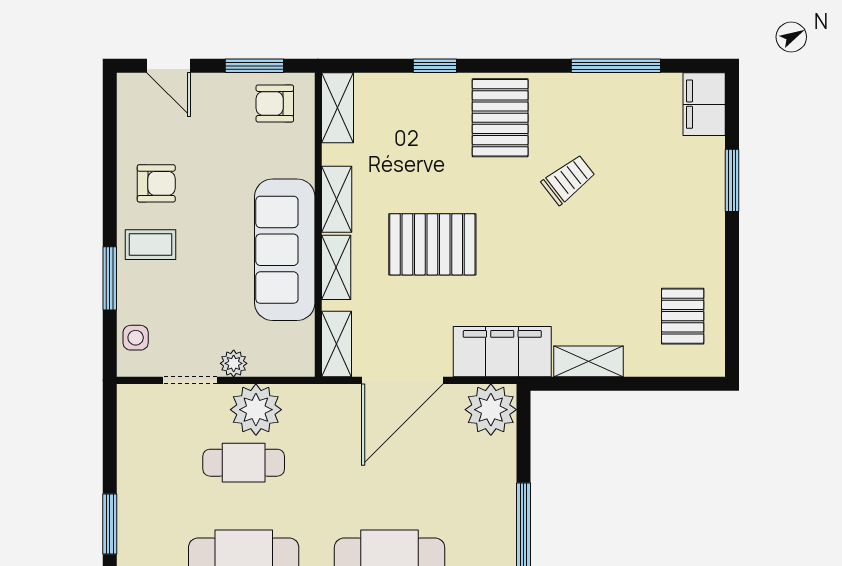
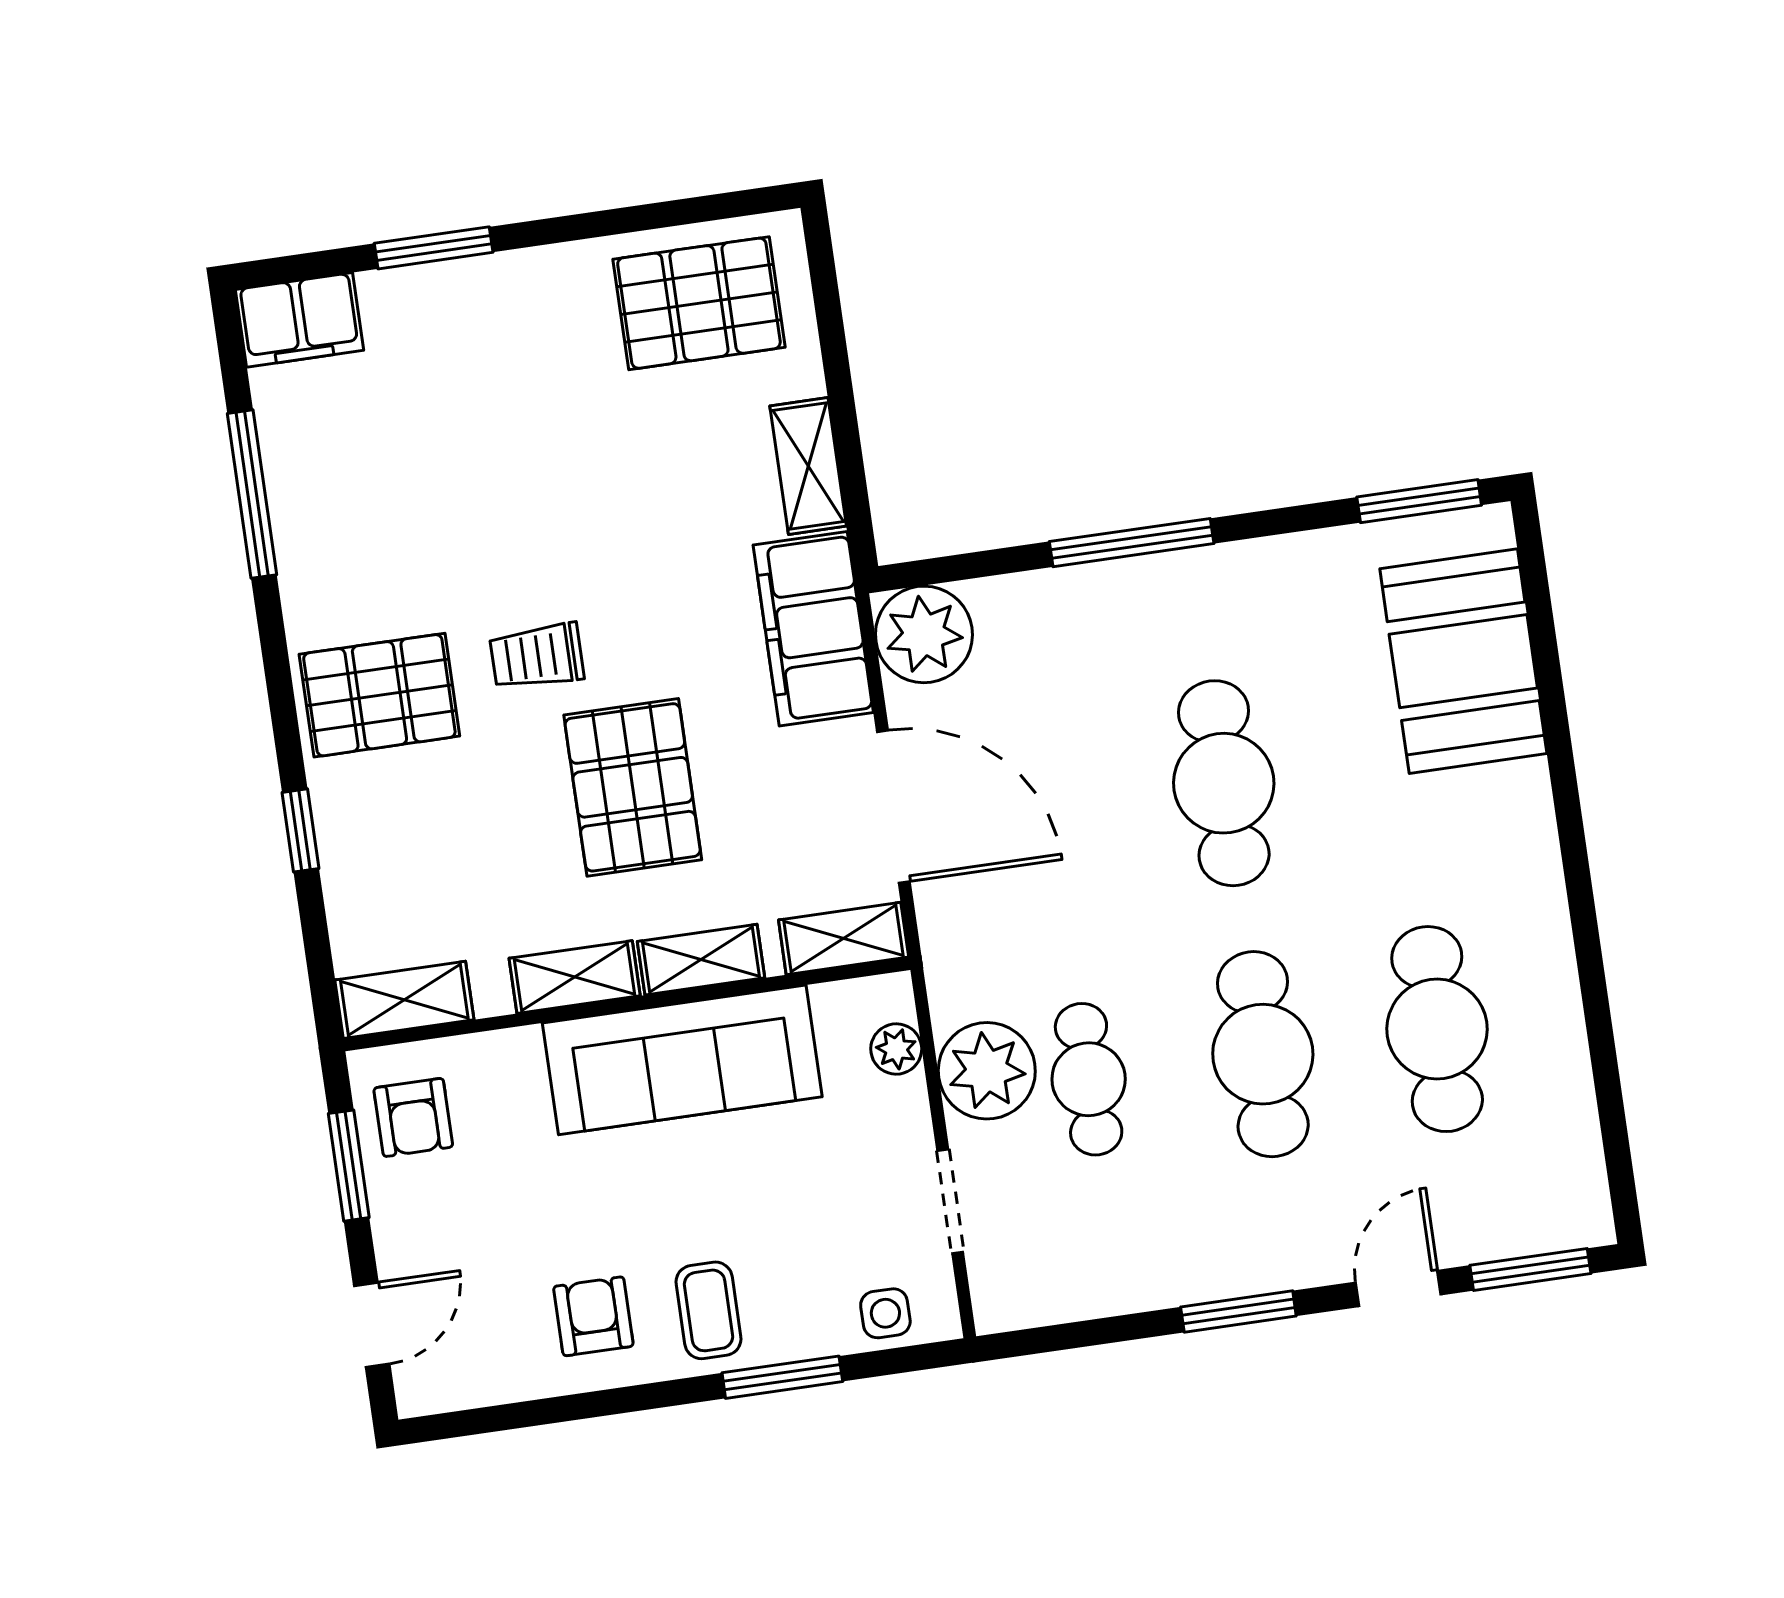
trolley: (568, 180) -> (537, 656), moved, turned -52
pallet: (683, 316) -> (699, 303), width x1.50, depth x1.42
plant: (234, 363) -> (896, 1049), moved

